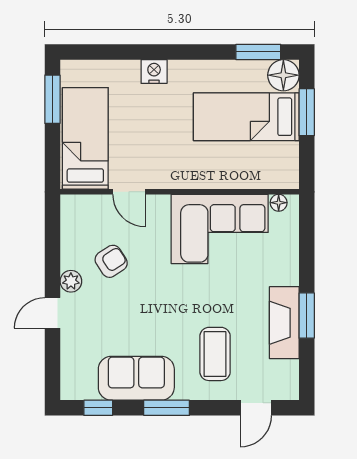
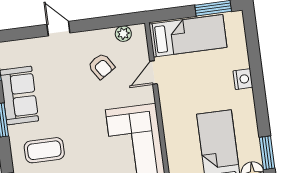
plant: (71, 281) -> (123, 34), moved

